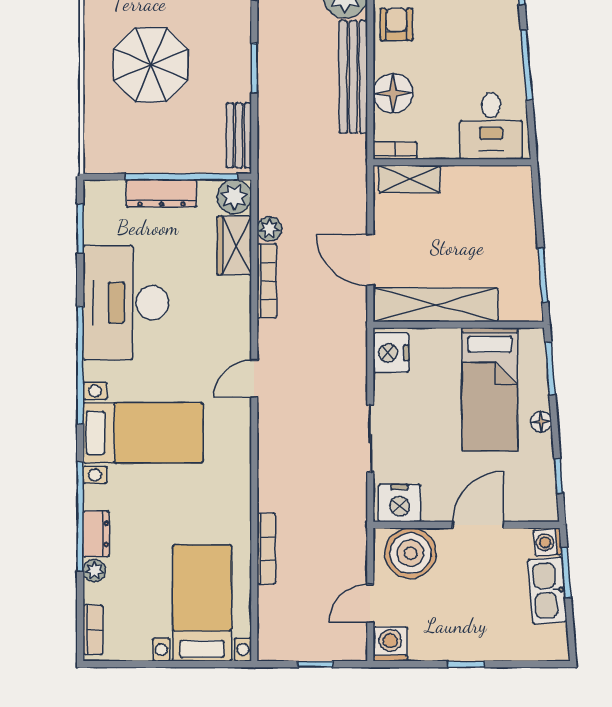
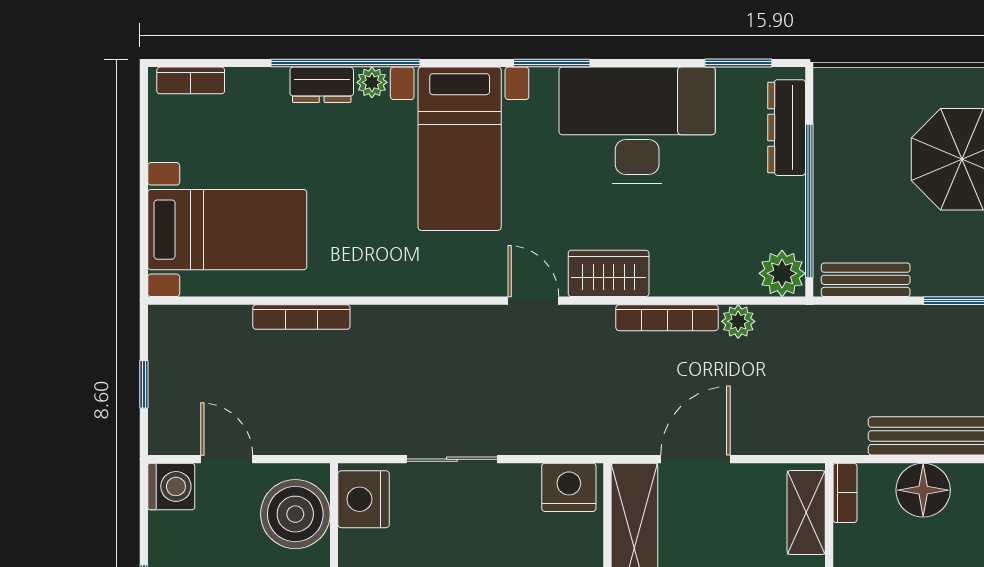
dresser: (161, 193) -> (787, 128), moved
wardrobe: (234, 245) -> (609, 273), moved
window: (80, 365) -> (552, 63), width x0.47
plant: (94, 571) -> (372, 82), moved

